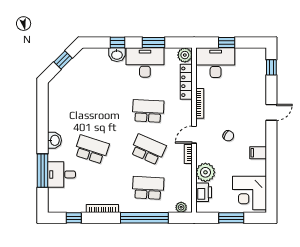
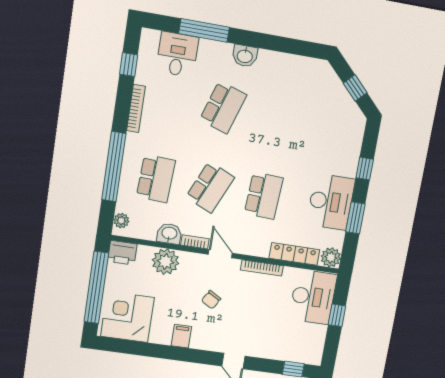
washbasin: (117, 55) -> (169, 234), moved, turned 90
desk: (61, 174) -> (177, 54), moved
printer: (204, 192) -> (122, 253), moved
window: (231, 218) -> (96, 287), width x2.11

